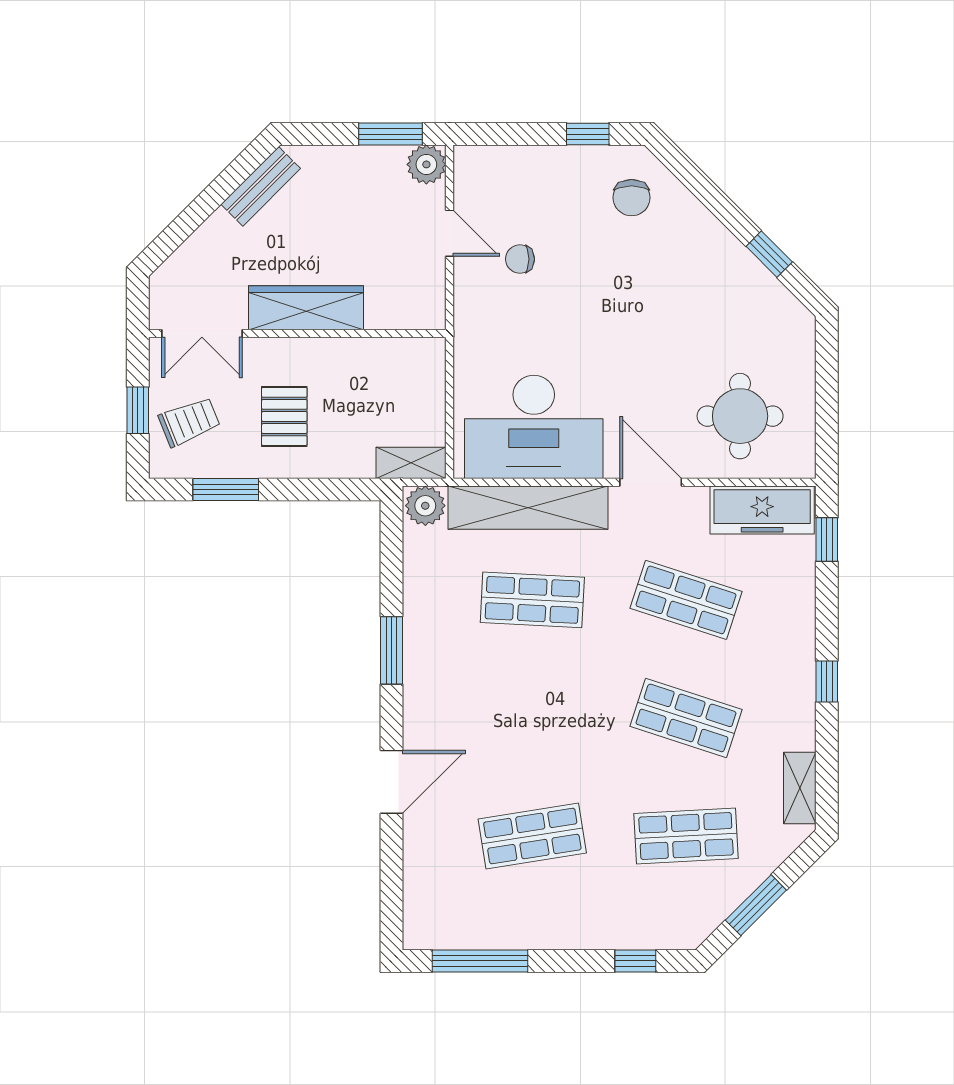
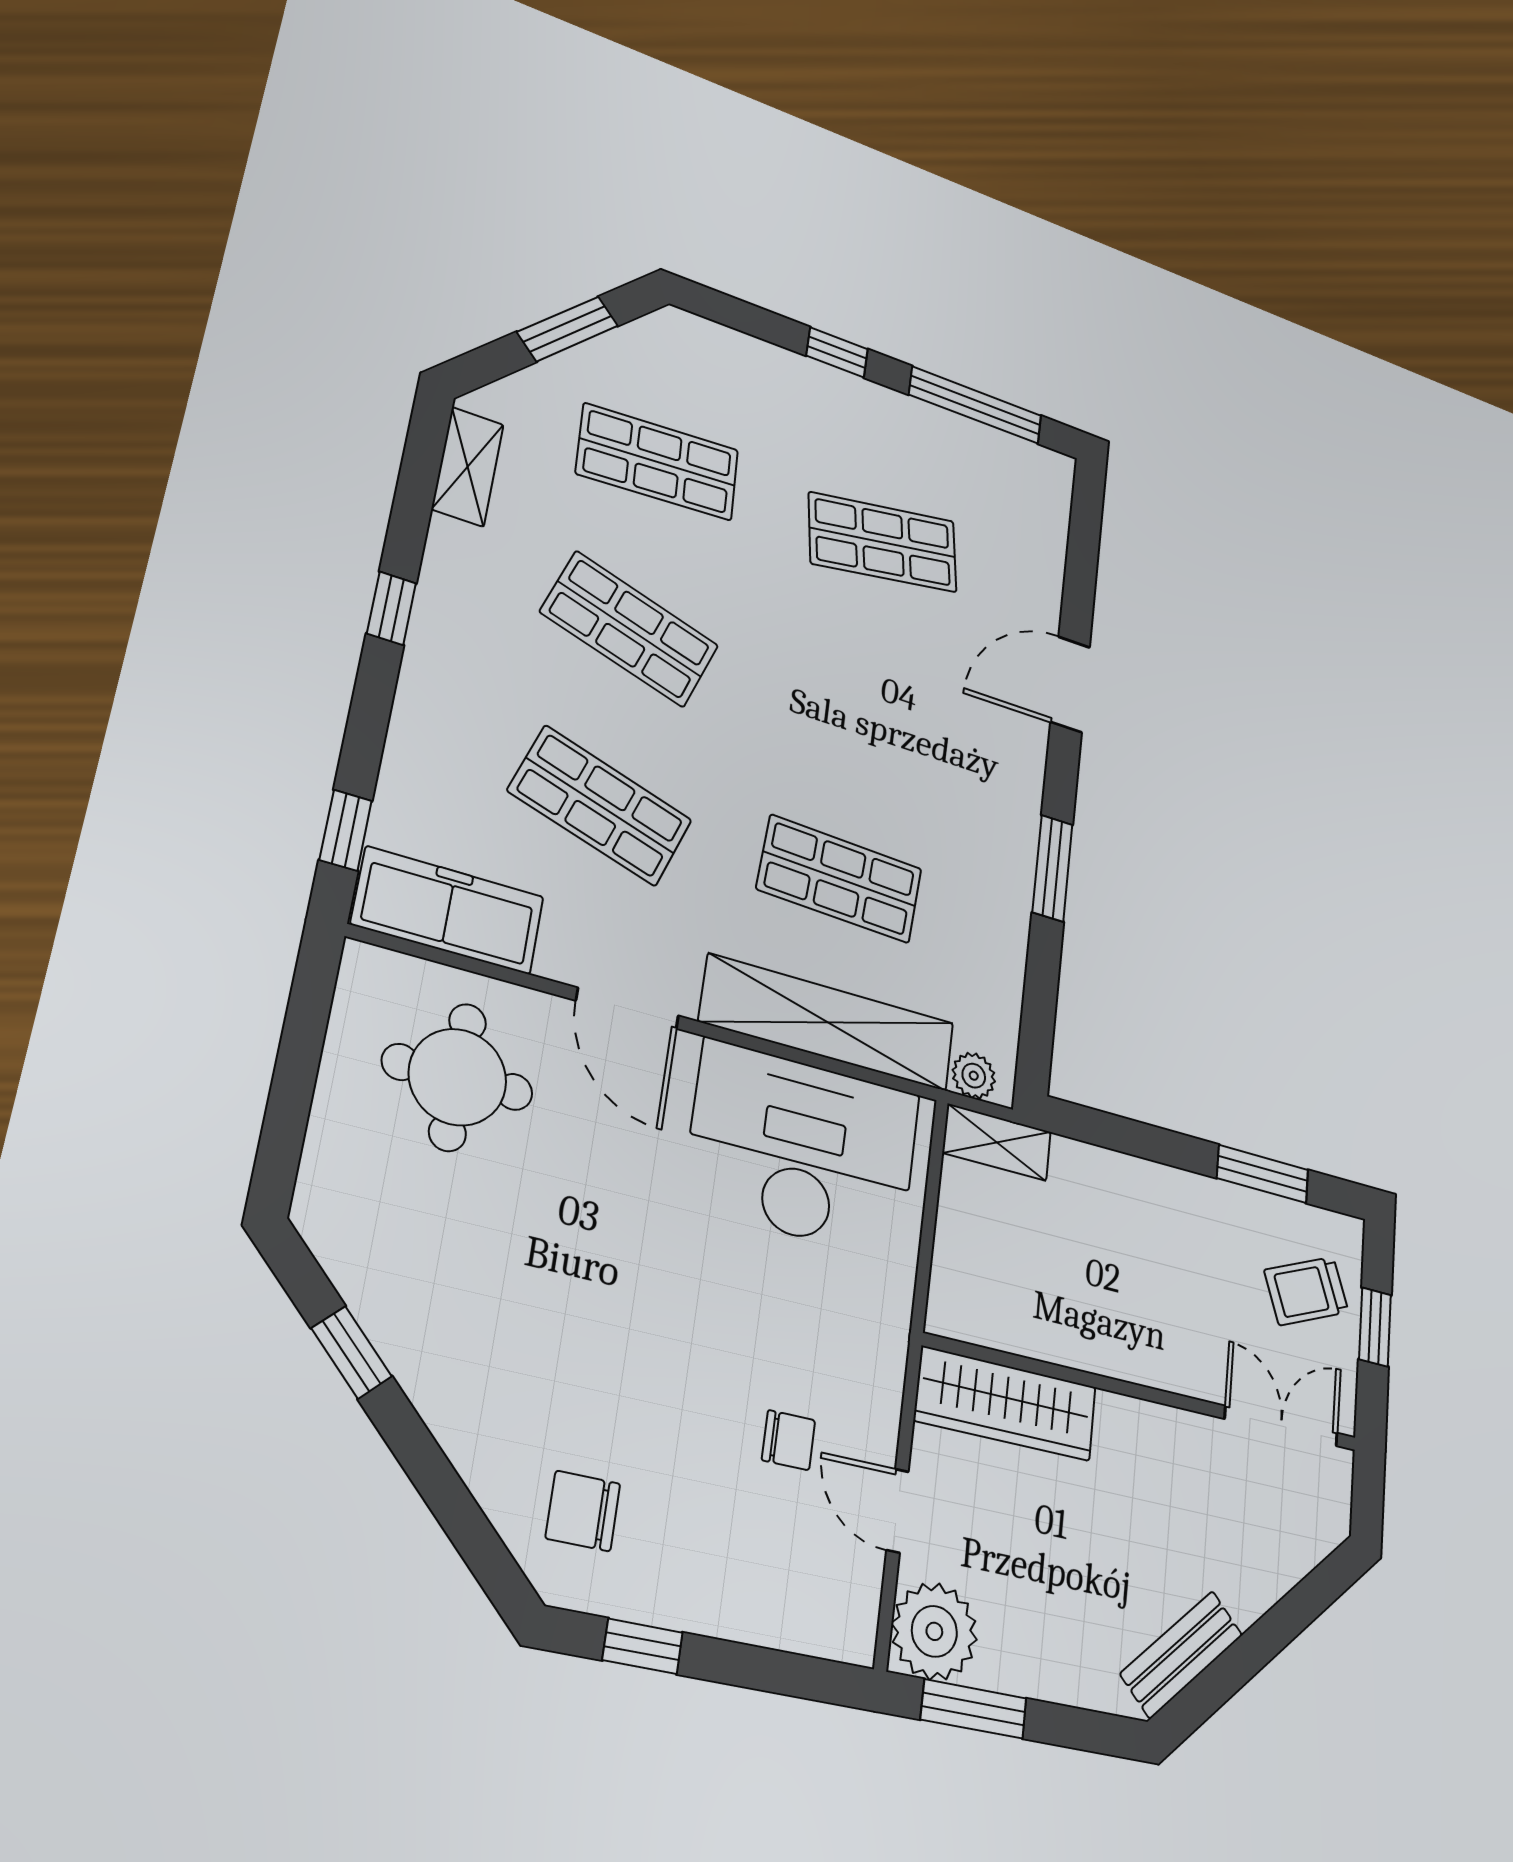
plant: (426, 164) -> (934, 1631), width x1.36, depth x1.36
chair: (632, 198) -> (583, 1511), turned -90
wardrobe: (306, 308) -> (1006, 1404), moved
pallet: (284, 416) -> (1174, 1264), removed
plant: (425, 506) -> (974, 1076), width x0.73, depth x0.73
window: (635, 961) -> (837, 352), moved

